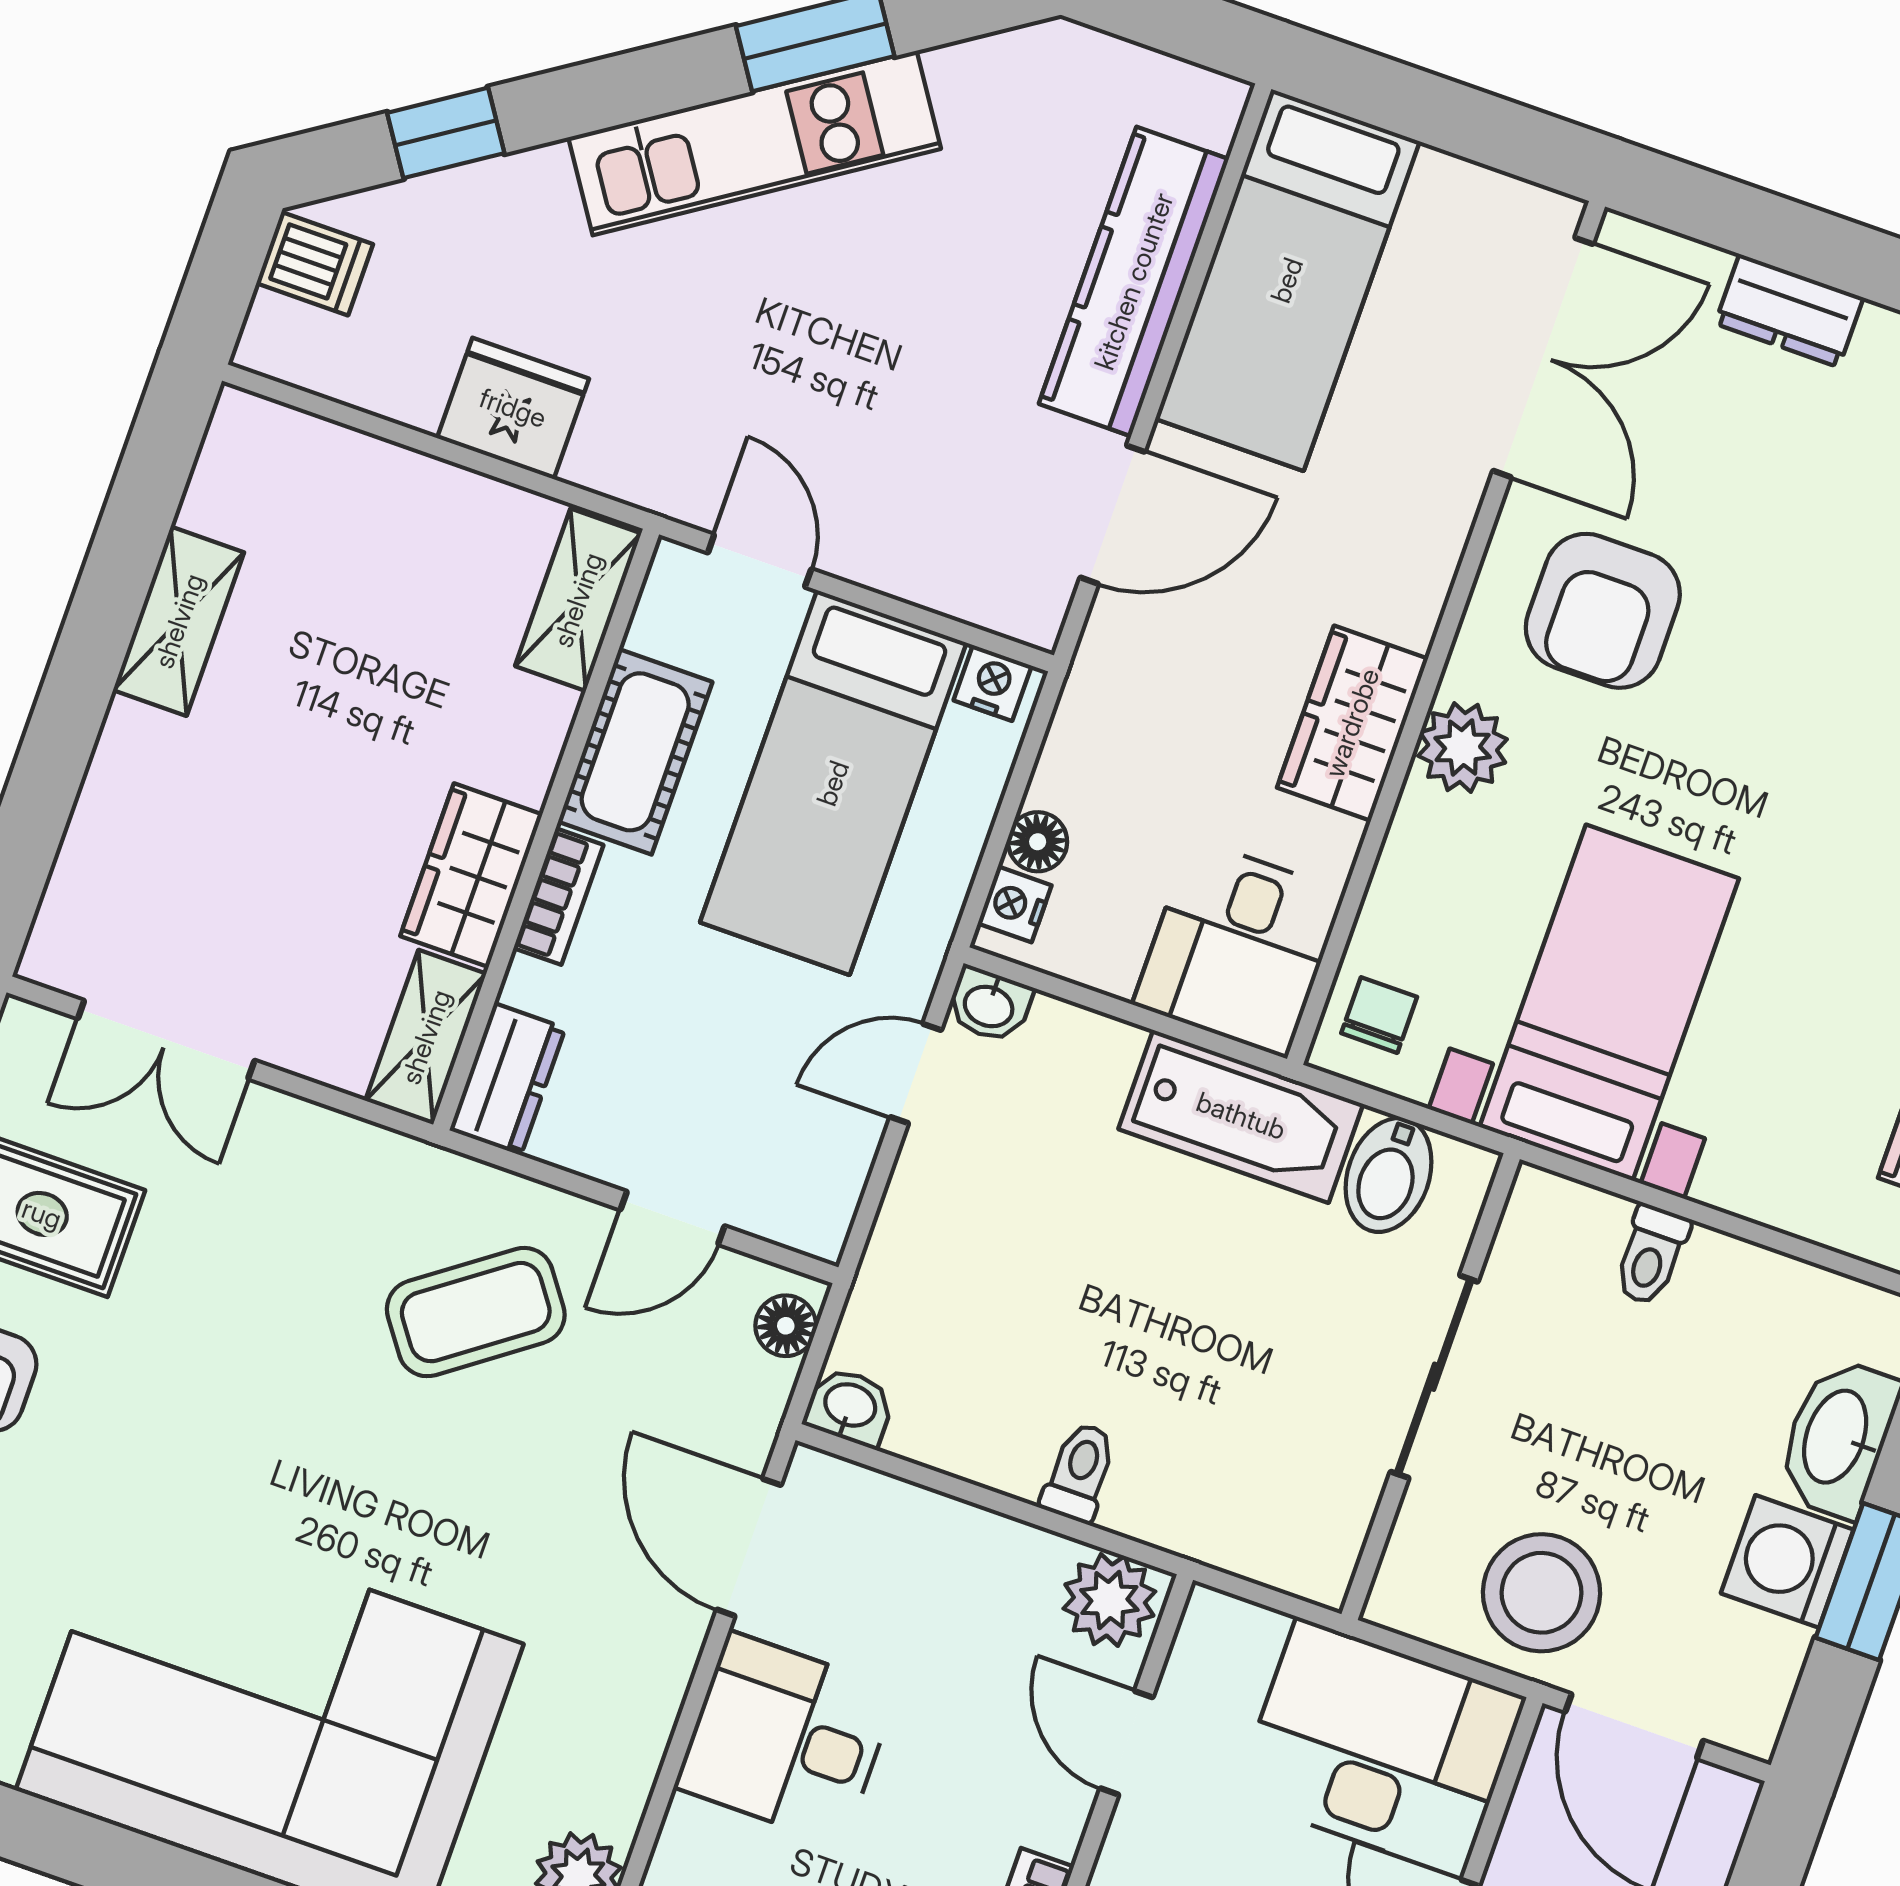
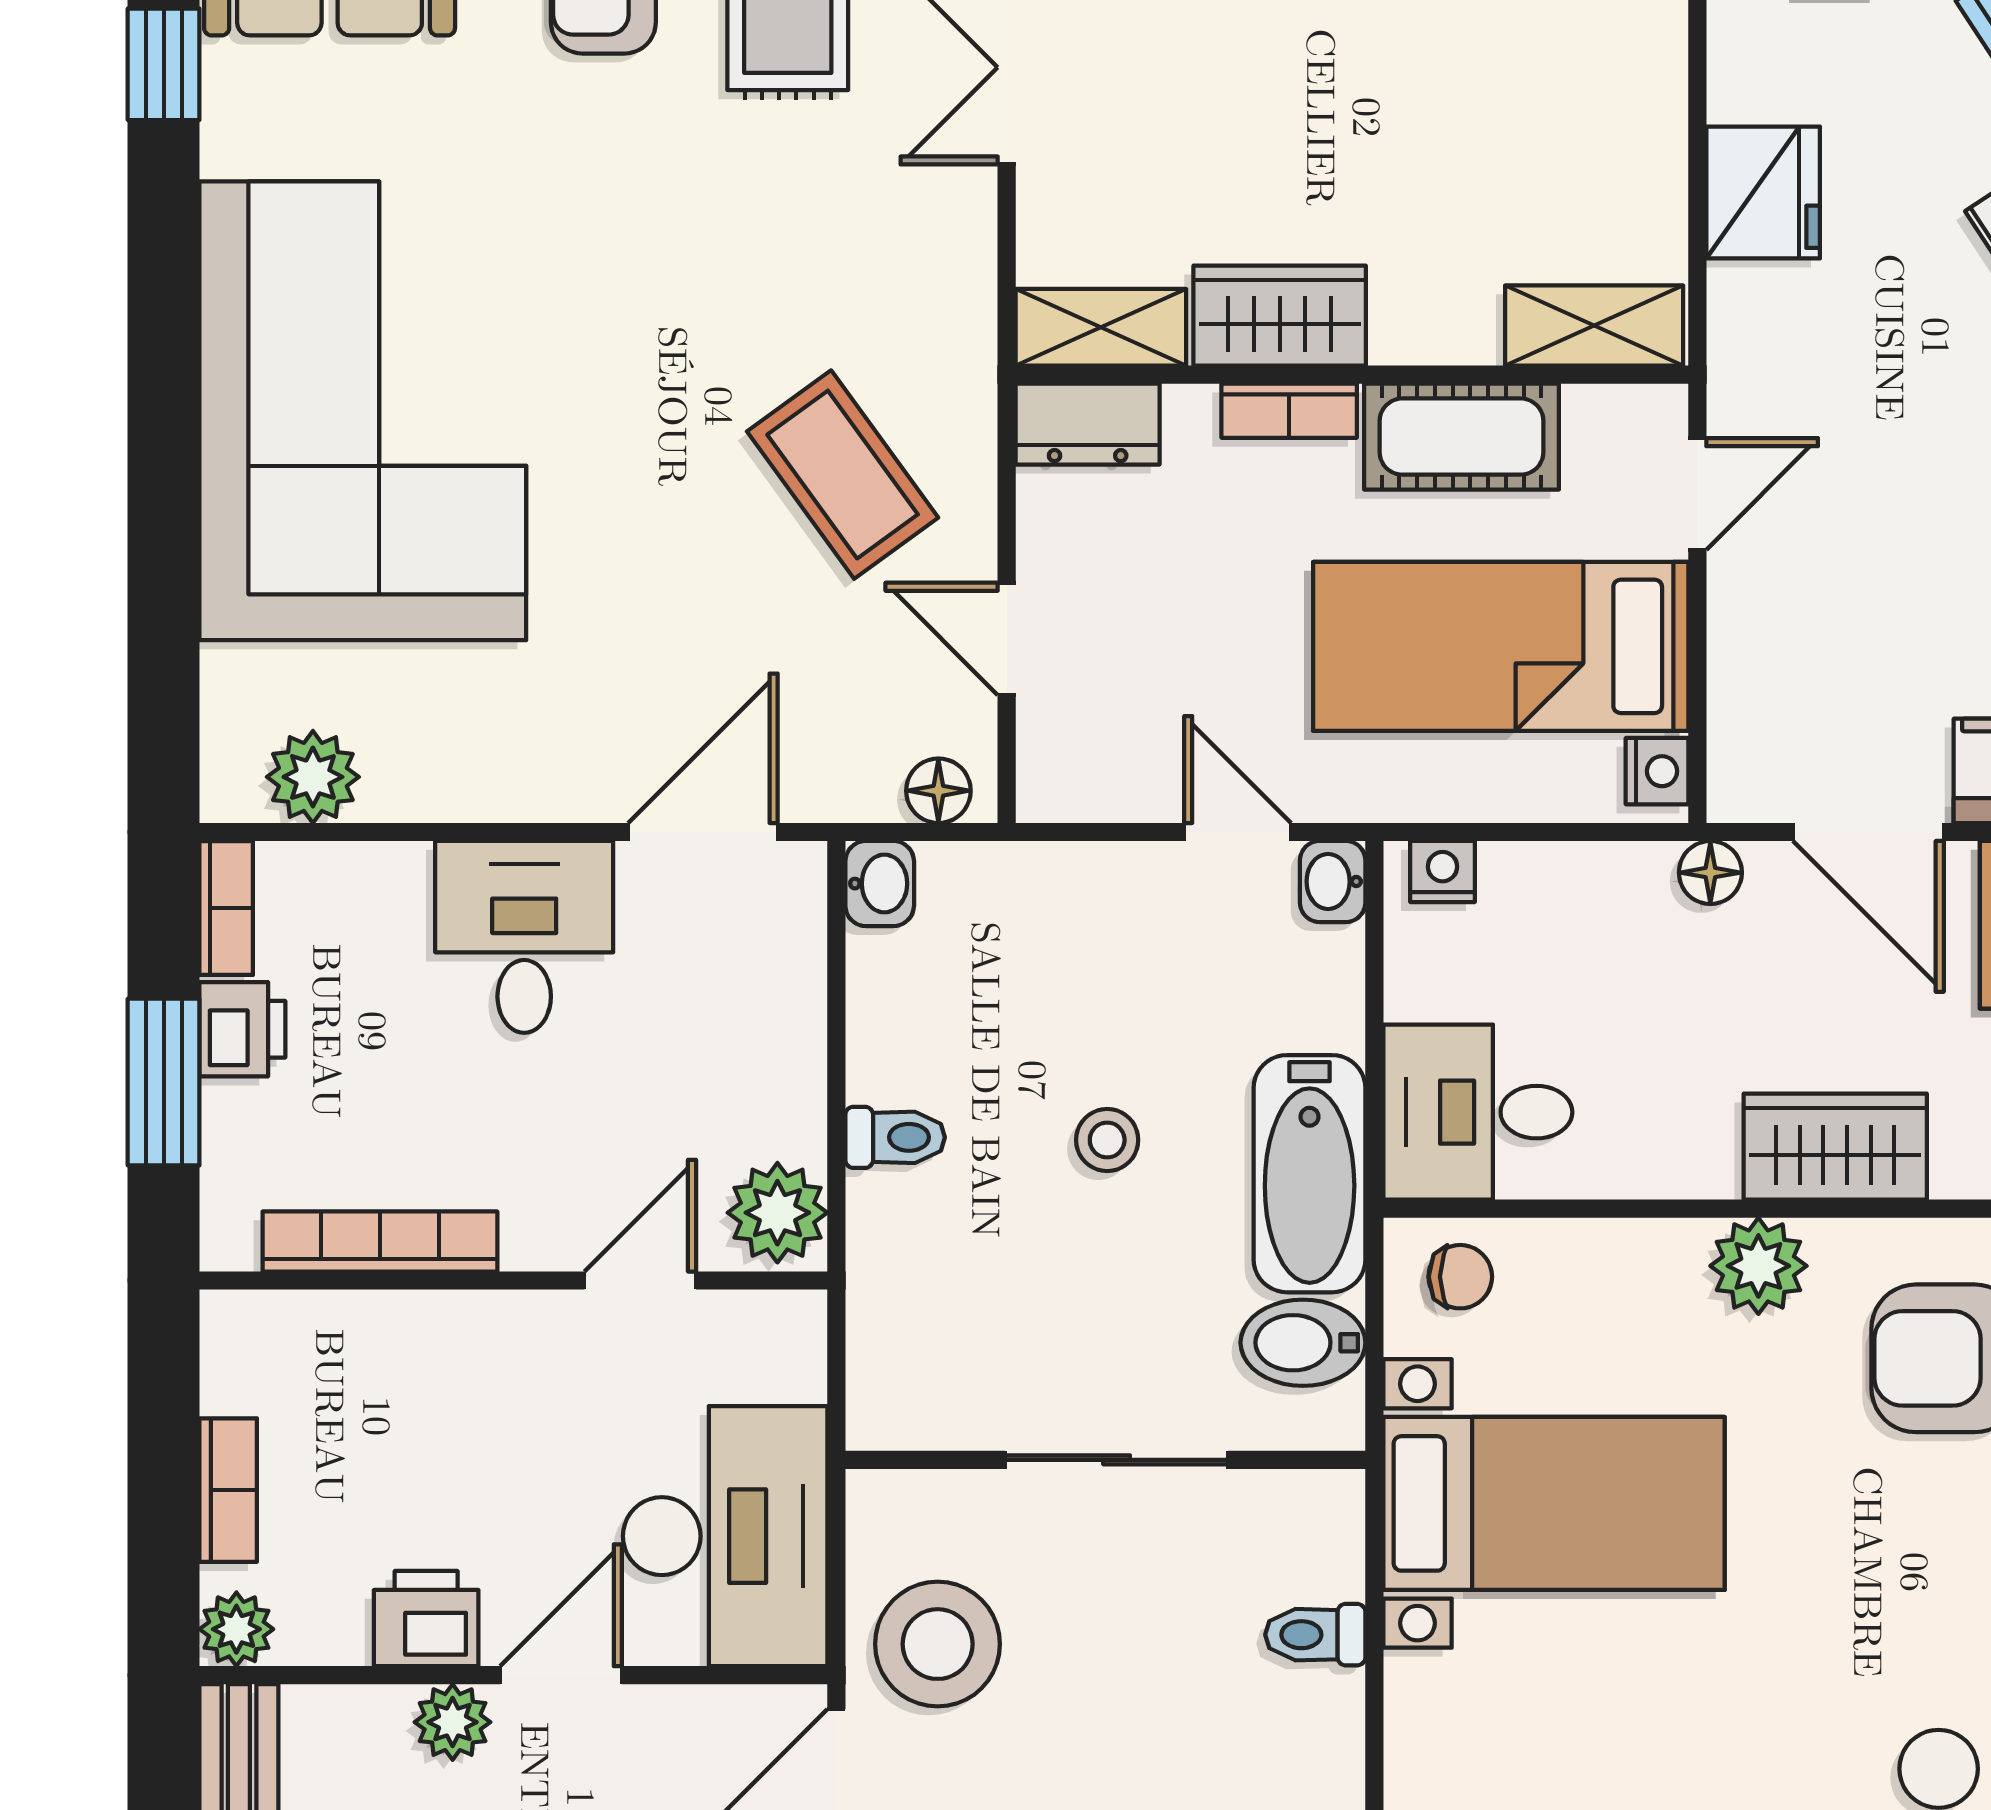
wardrobe: (1352, 723) -> (1835, 1147), moved
floor lamp: (1038, 842) -> (1710, 873), moved
stool: (1148, 1285) -> (1107, 1140), added

